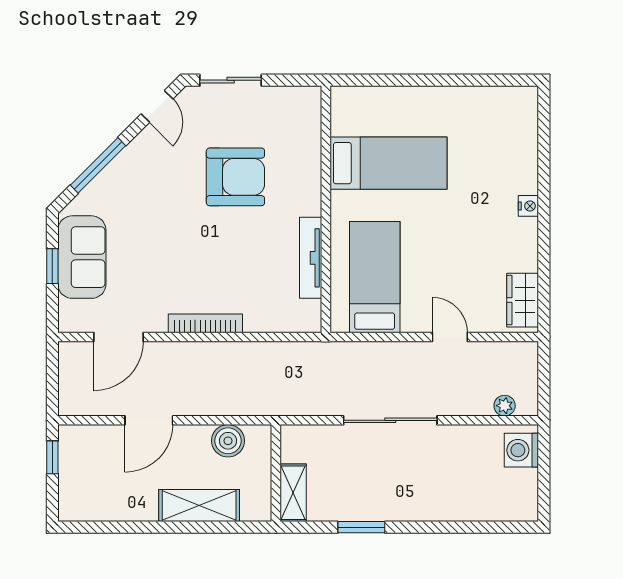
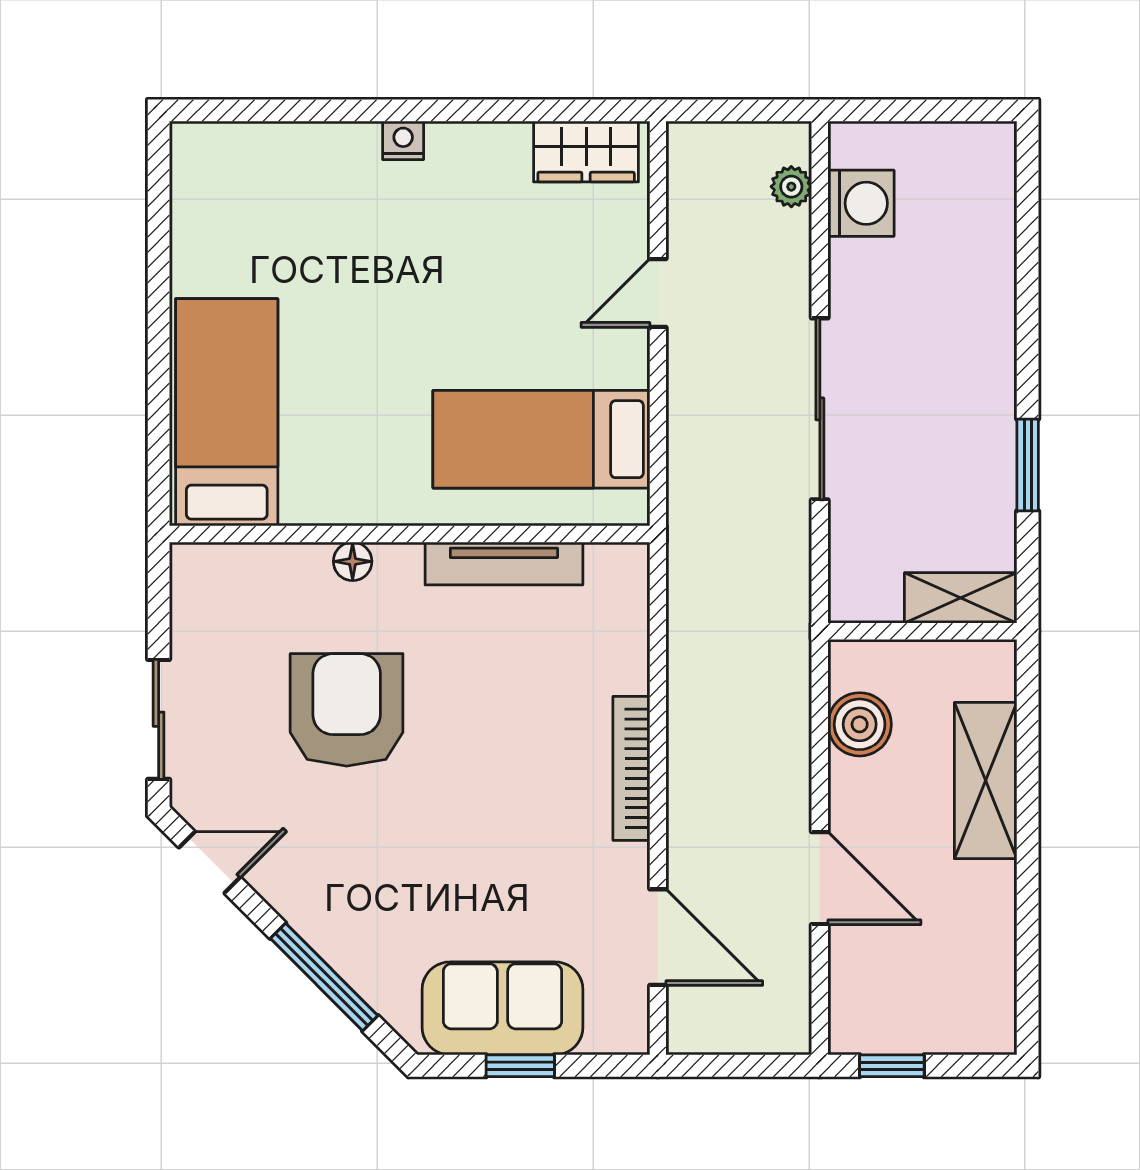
bed: (388, 163) -> (227, 412), moved
floor lamp: (312, 180) -> (353, 561), added
washing machine: (521, 450) -> (861, 203), moved, turned -90

